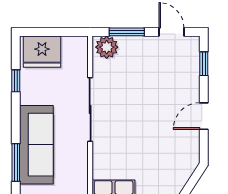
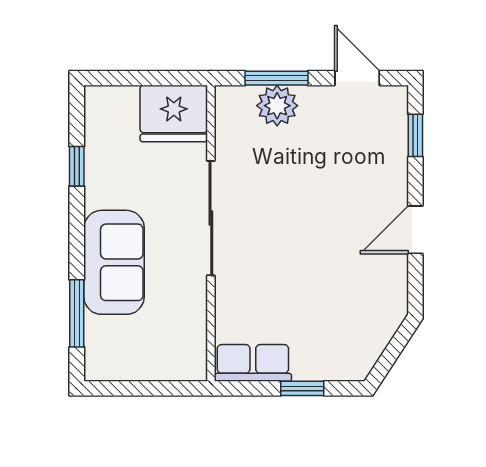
plant: (107, 47) -> (277, 106), moved
fridge: (42, 52) -> (174, 114), moved
sofa: (36, 145) -> (114, 262), width x0.73

